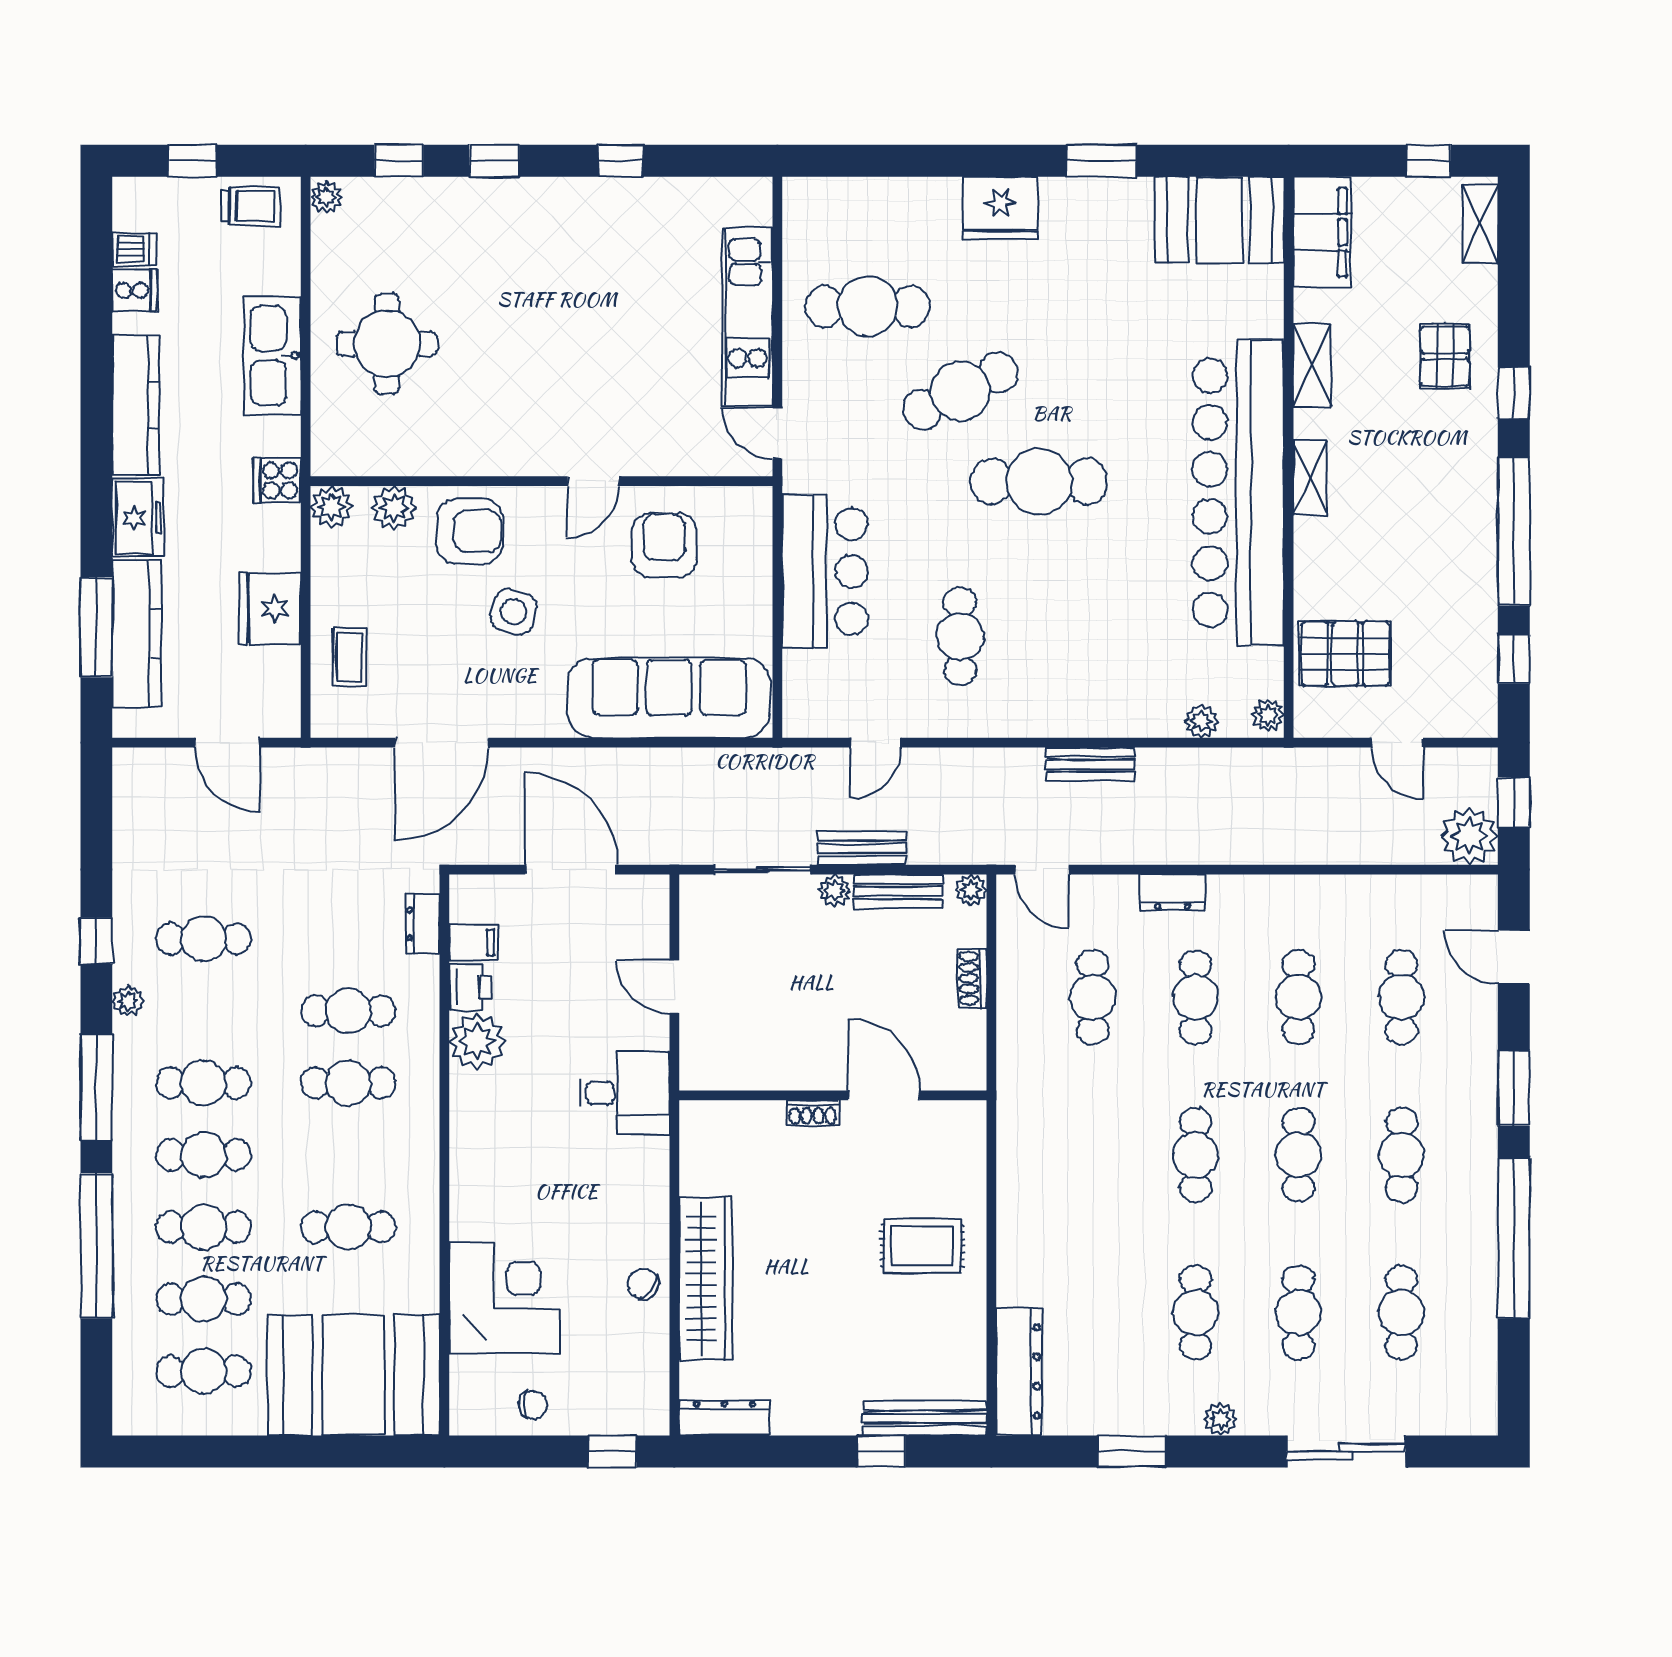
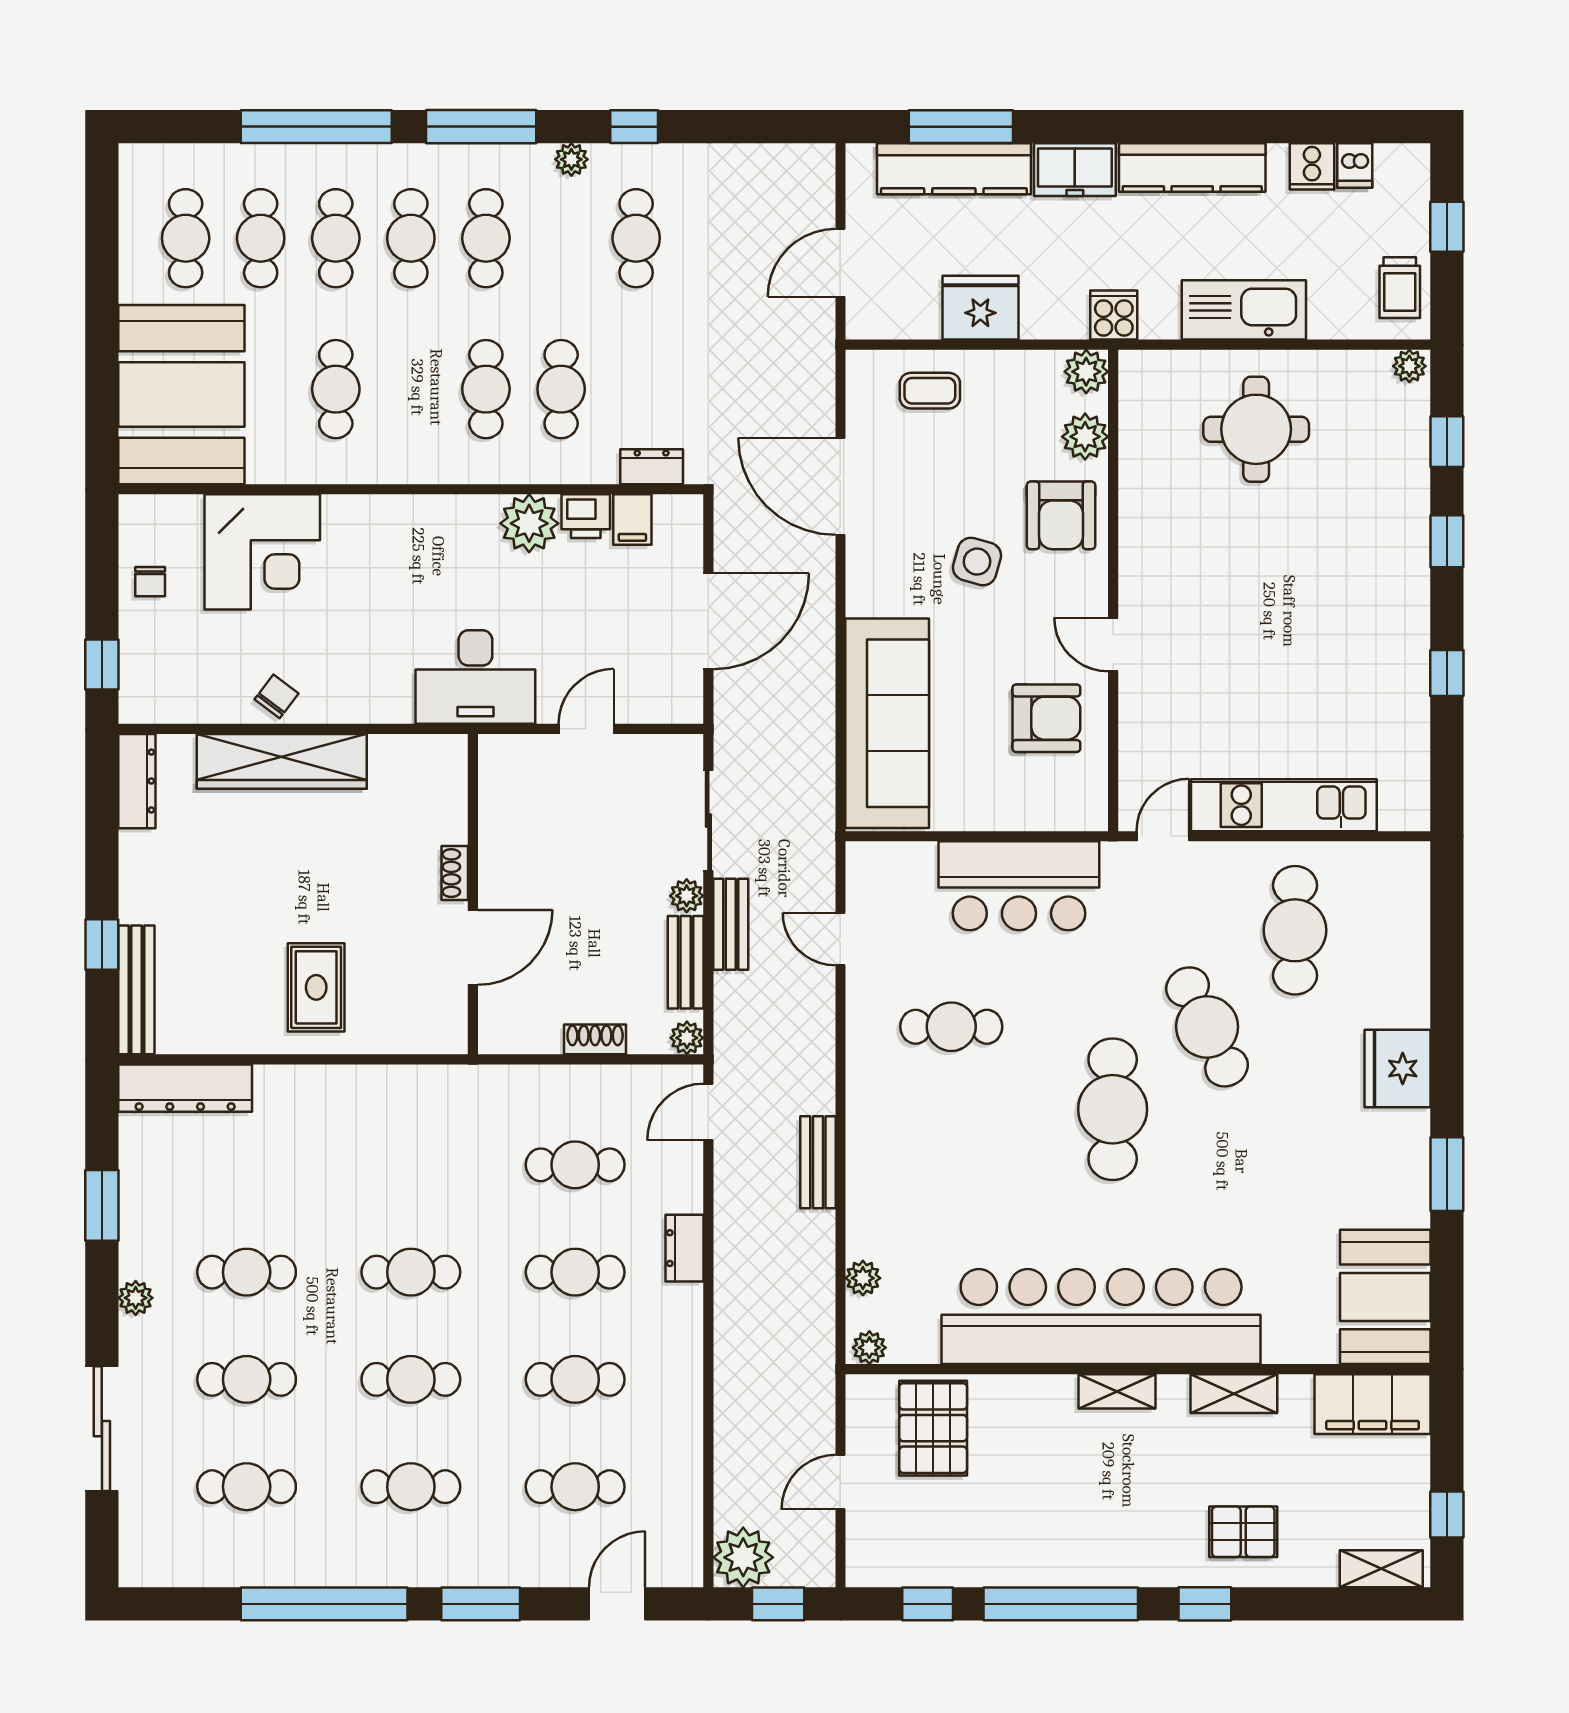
desk: (625, 1093) -> (475, 677), width x1.37

